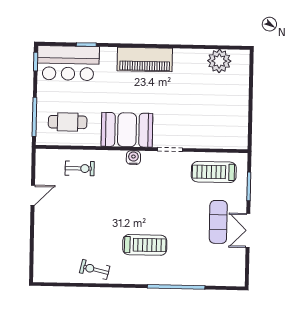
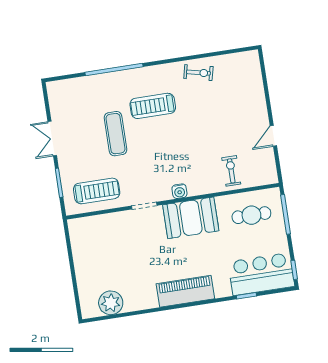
exercise bike: (80, 168) -> (231, 171), turned 90
exercise mat: (218, 222) -> (115, 134), moved
double door: (248, 230) -> (52, 139), swing flipped

